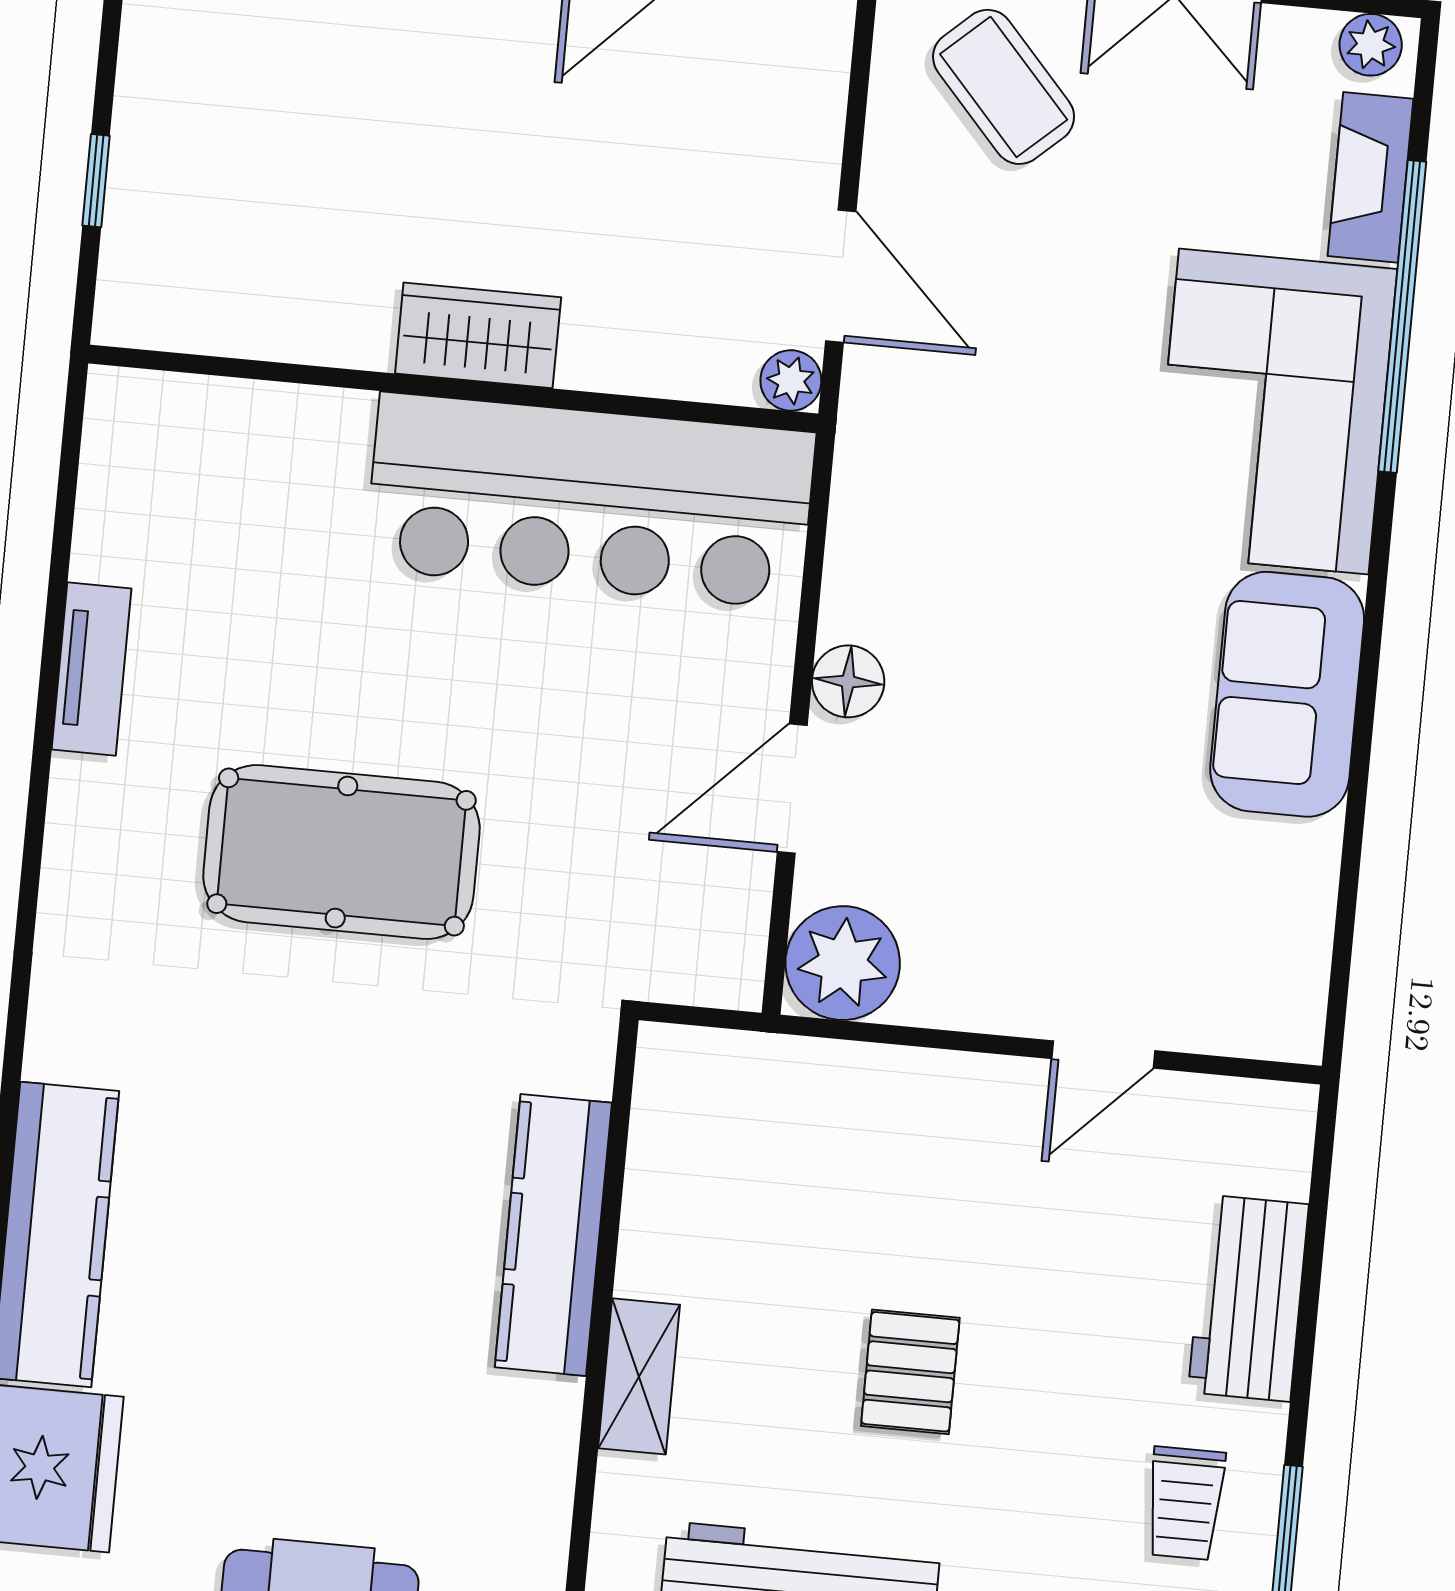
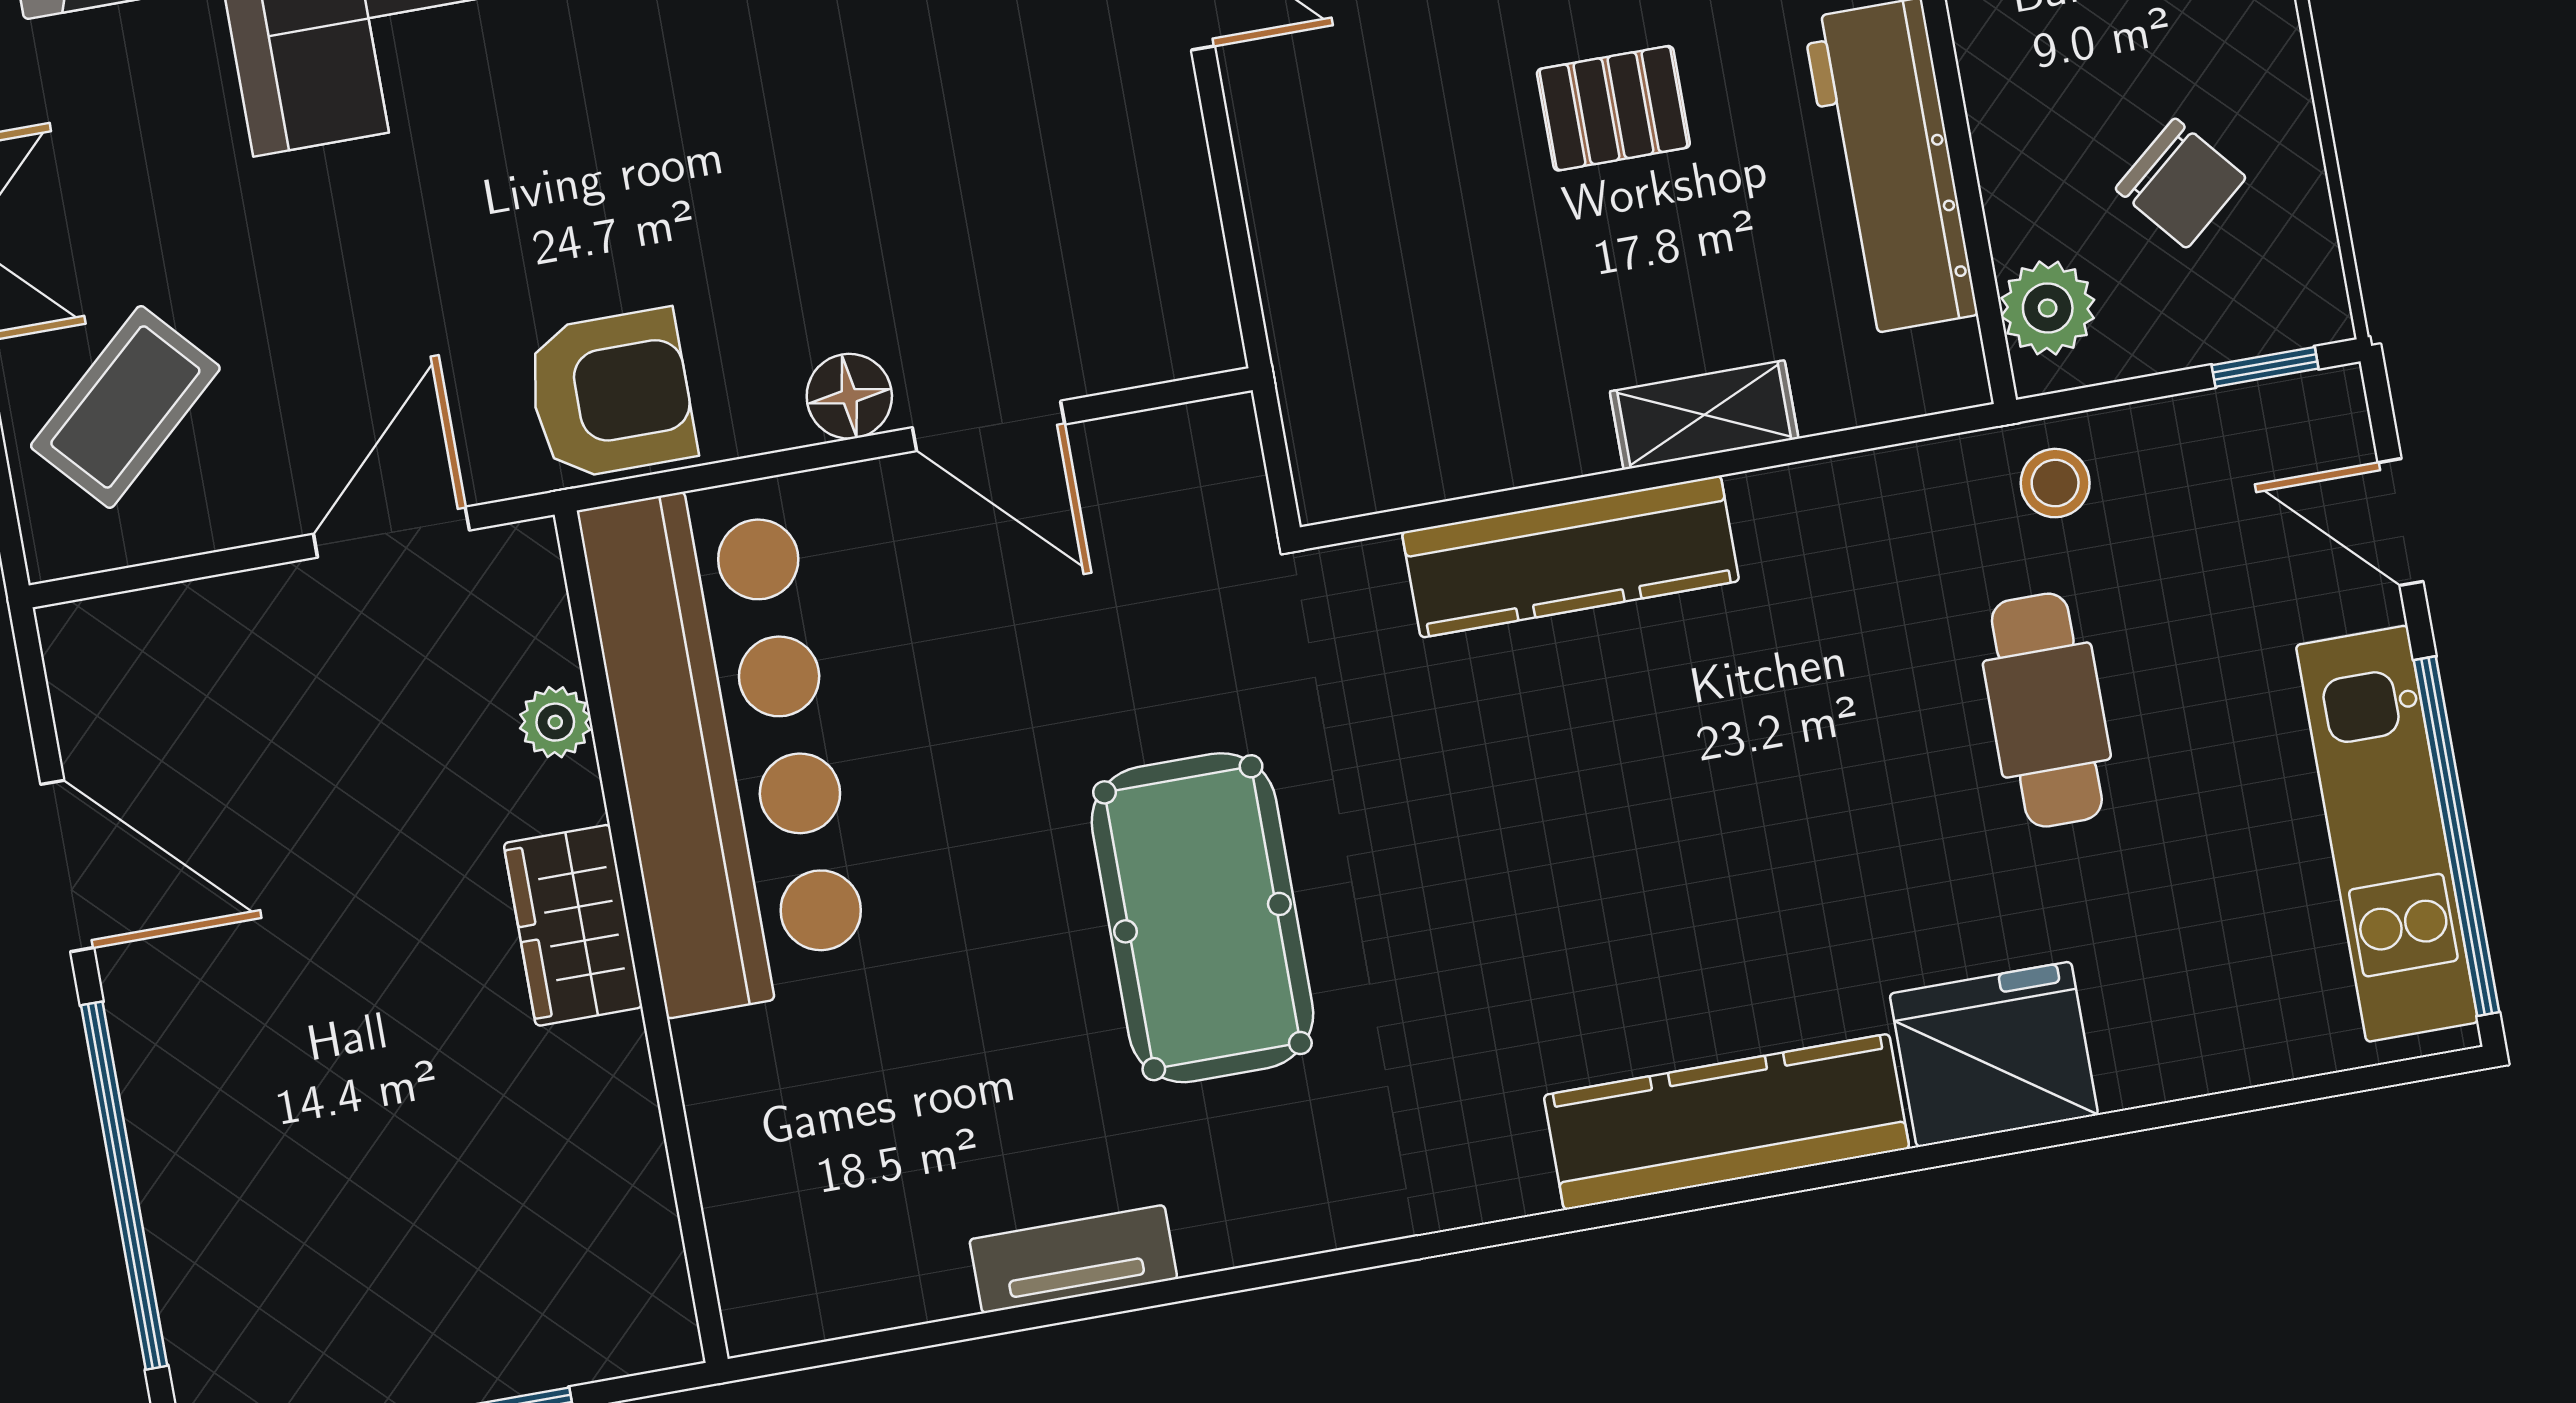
plant: (791, 380) -> (555, 722), moved
armchair: (904, 487) -> (611, 394), added
plant: (843, 963) -> (1171, 314), removed

